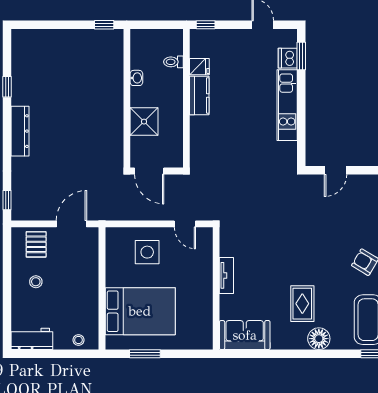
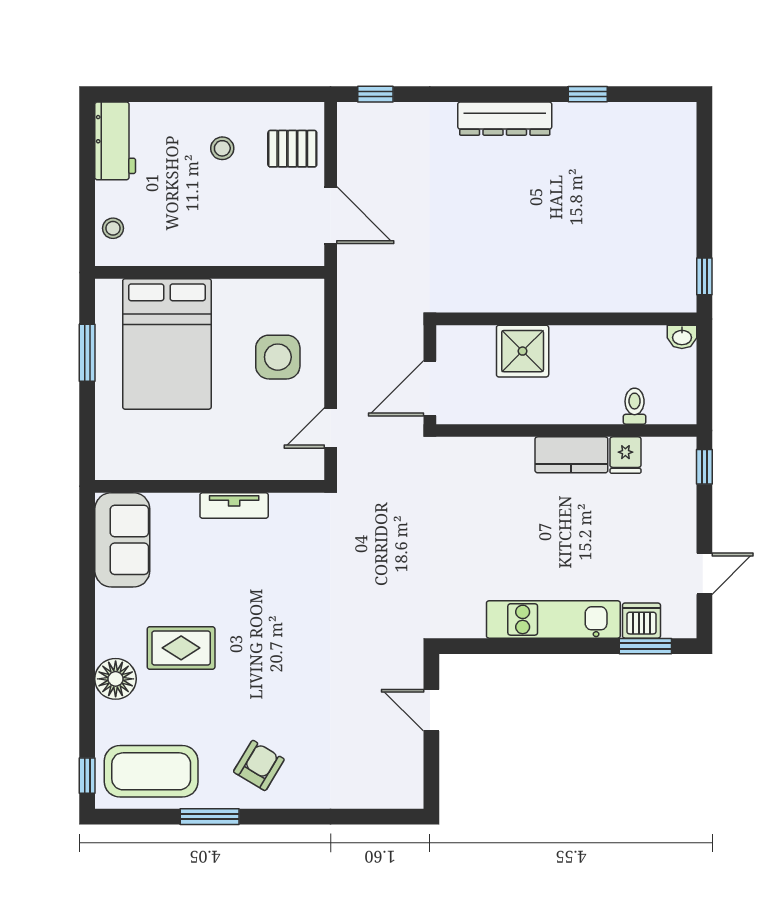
washbasin: (136, 78) -> (682, 337), moved
door: (149, 171) -> (430, 388), moved

